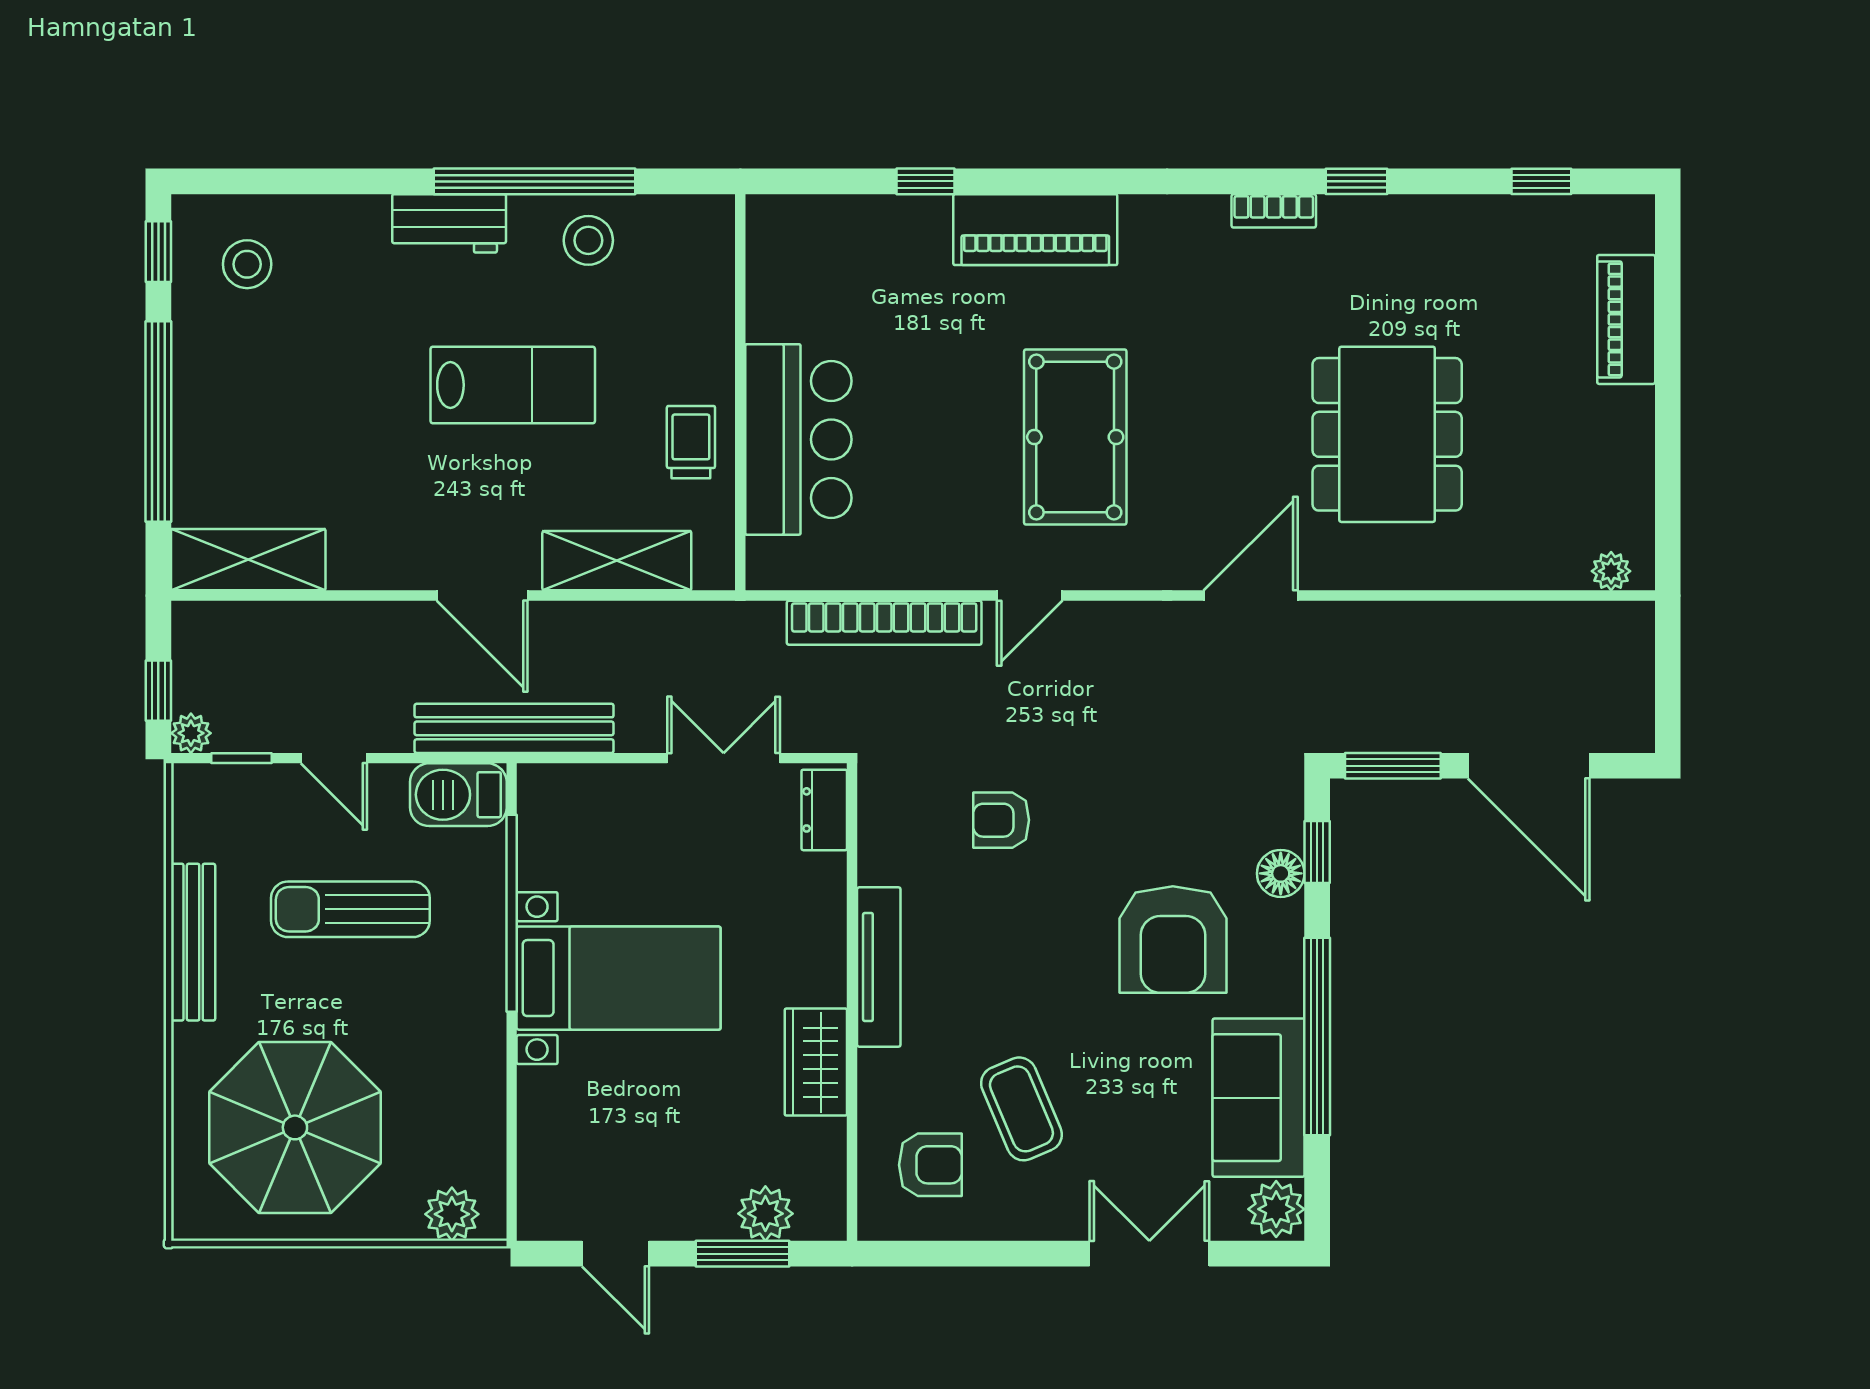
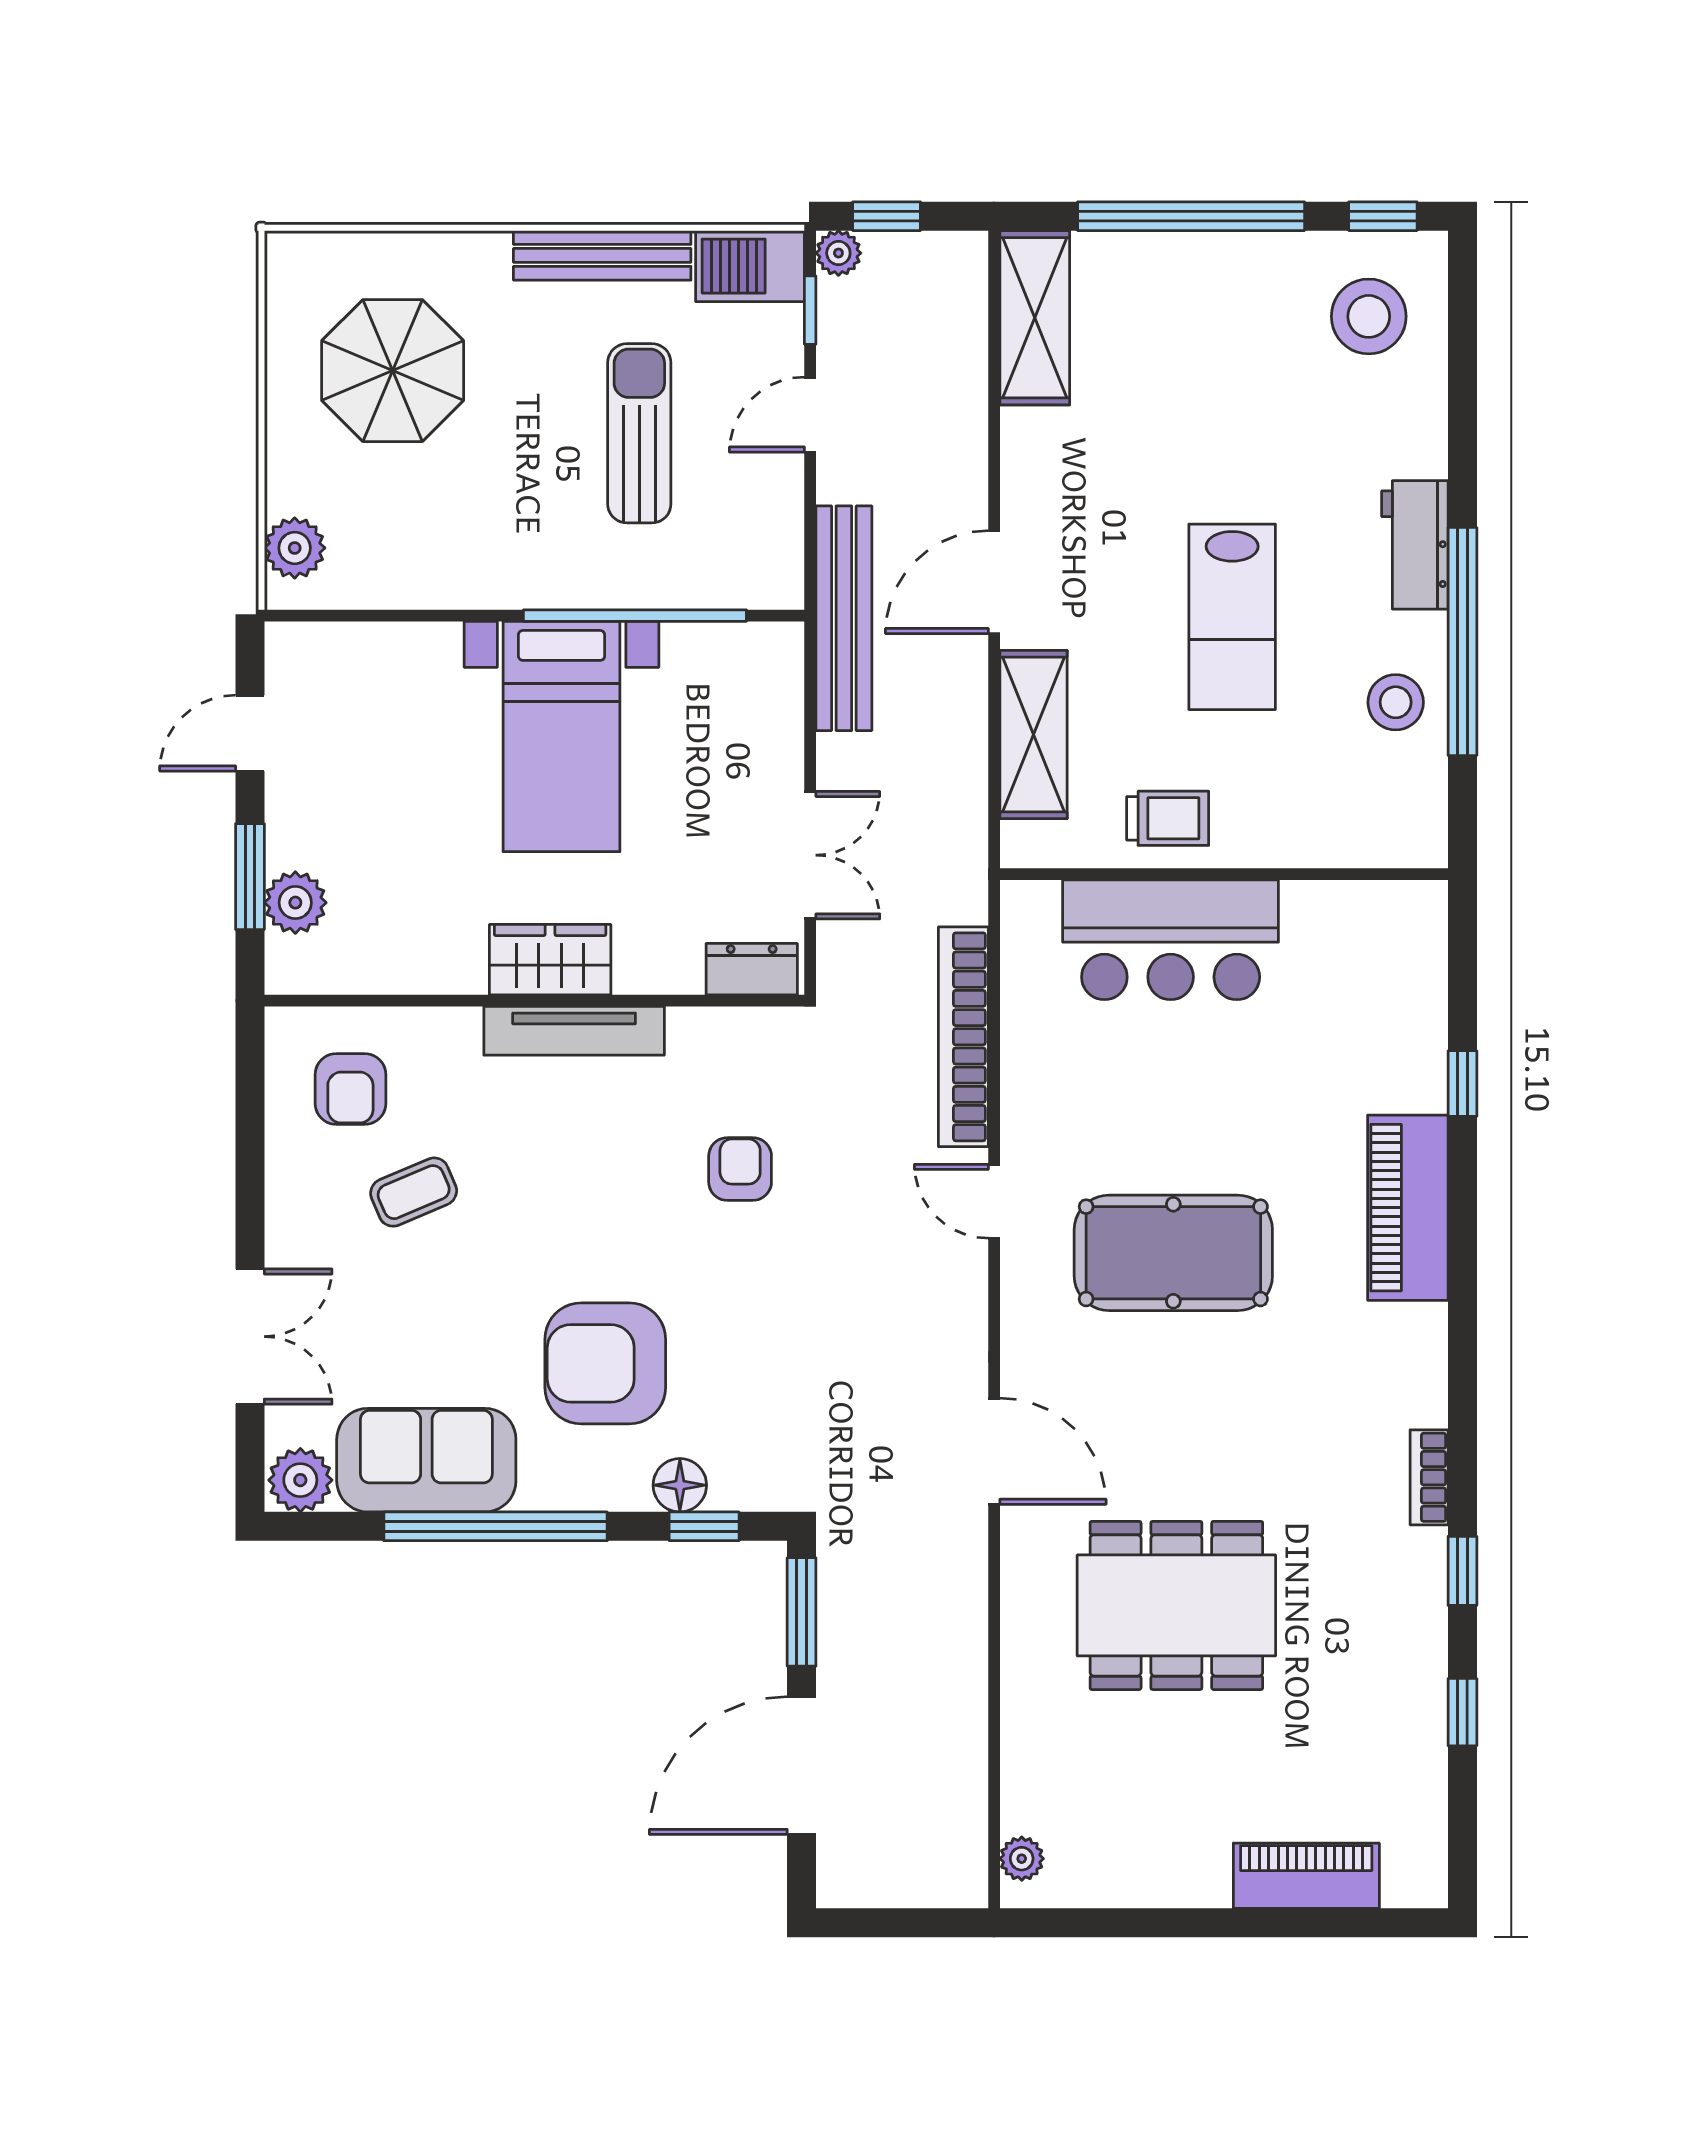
window: (1541, 181) -> (1462, 1712), moved
stool: (247, 264) -> (1369, 316), width x1.38, depth x1.38
barbecue: (458, 795) -> (750, 266), moved, turned -90
wardrobe: (816, 1062) -> (550, 960), moved
coffee table: (1021, 1109) -> (414, 1192), width x0.73, depth x0.77
parasol: (295, 1127) -> (393, 371), width x0.73, depth x0.73

